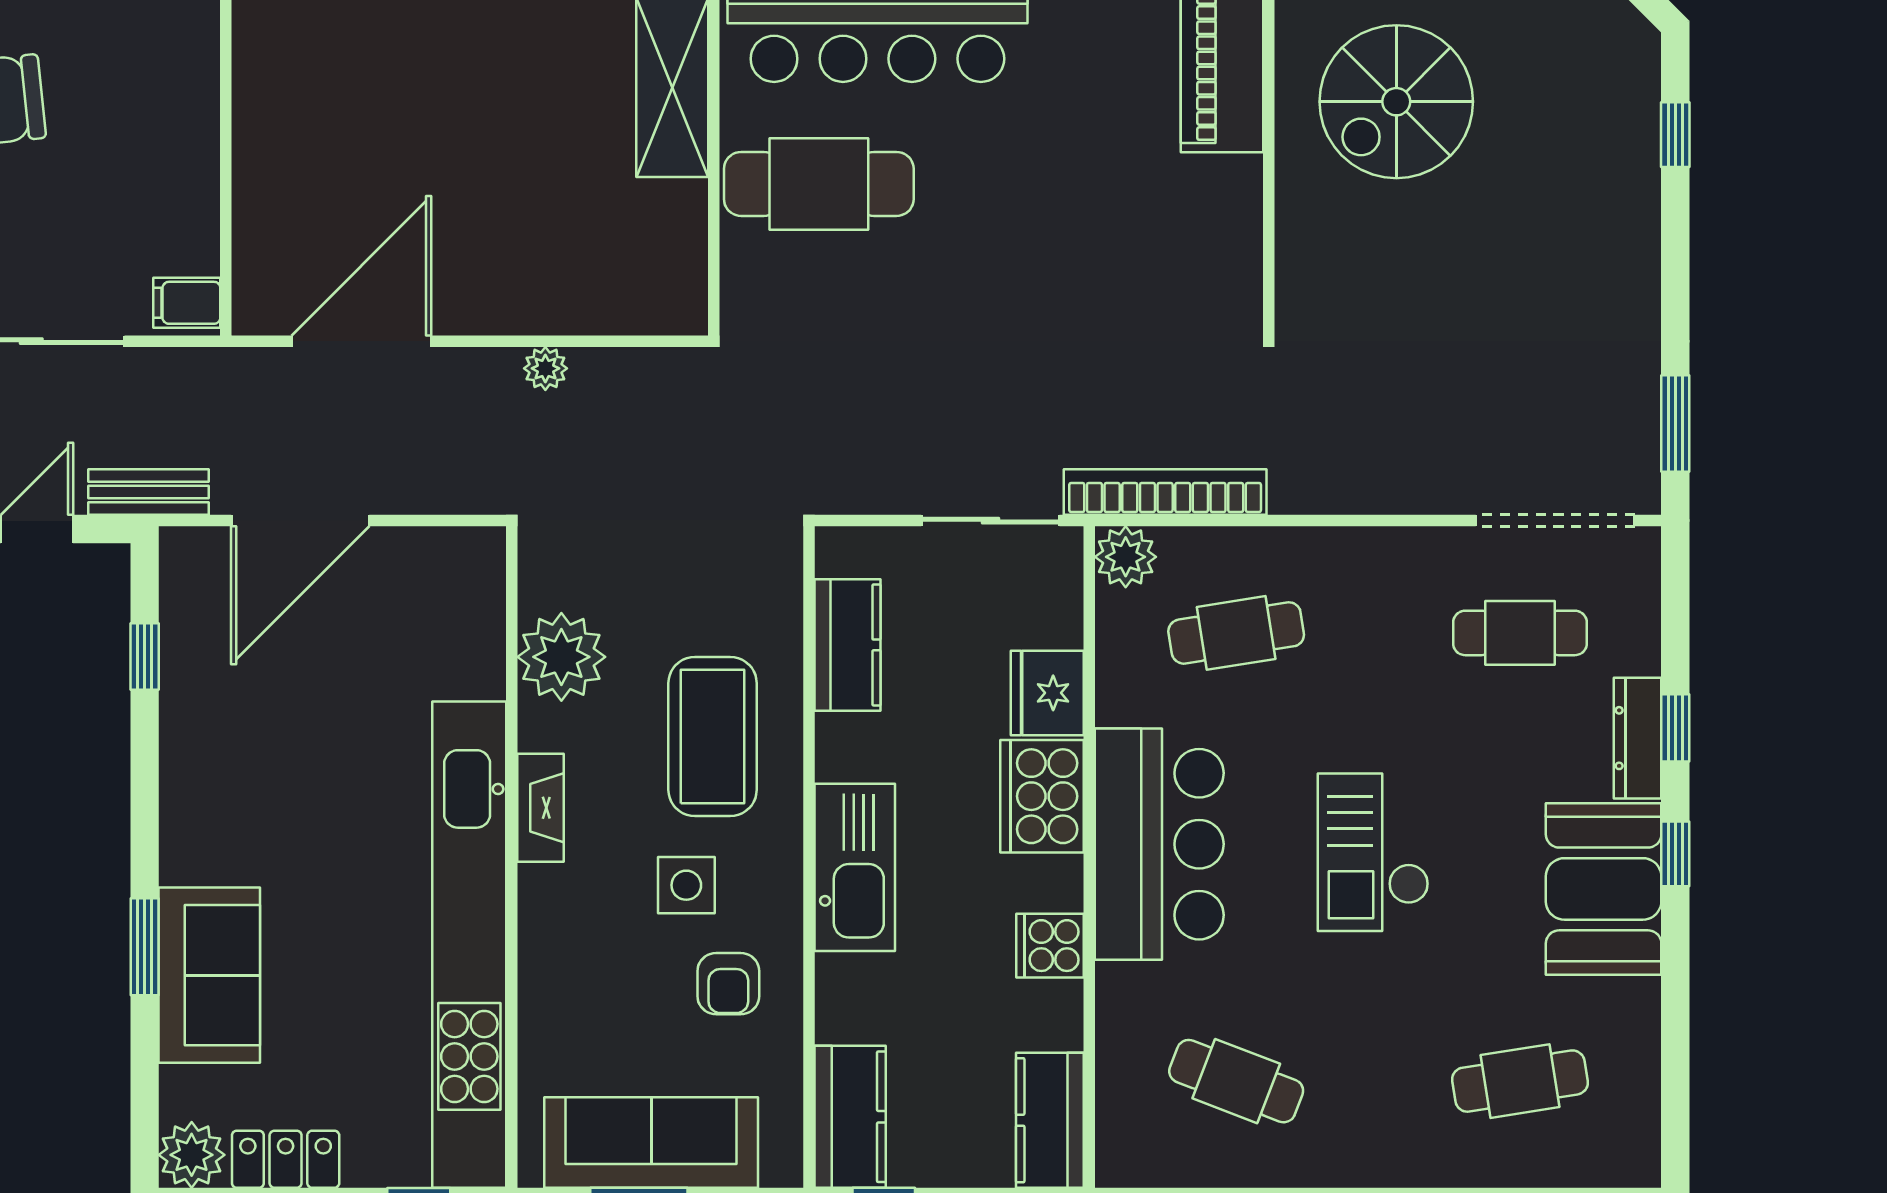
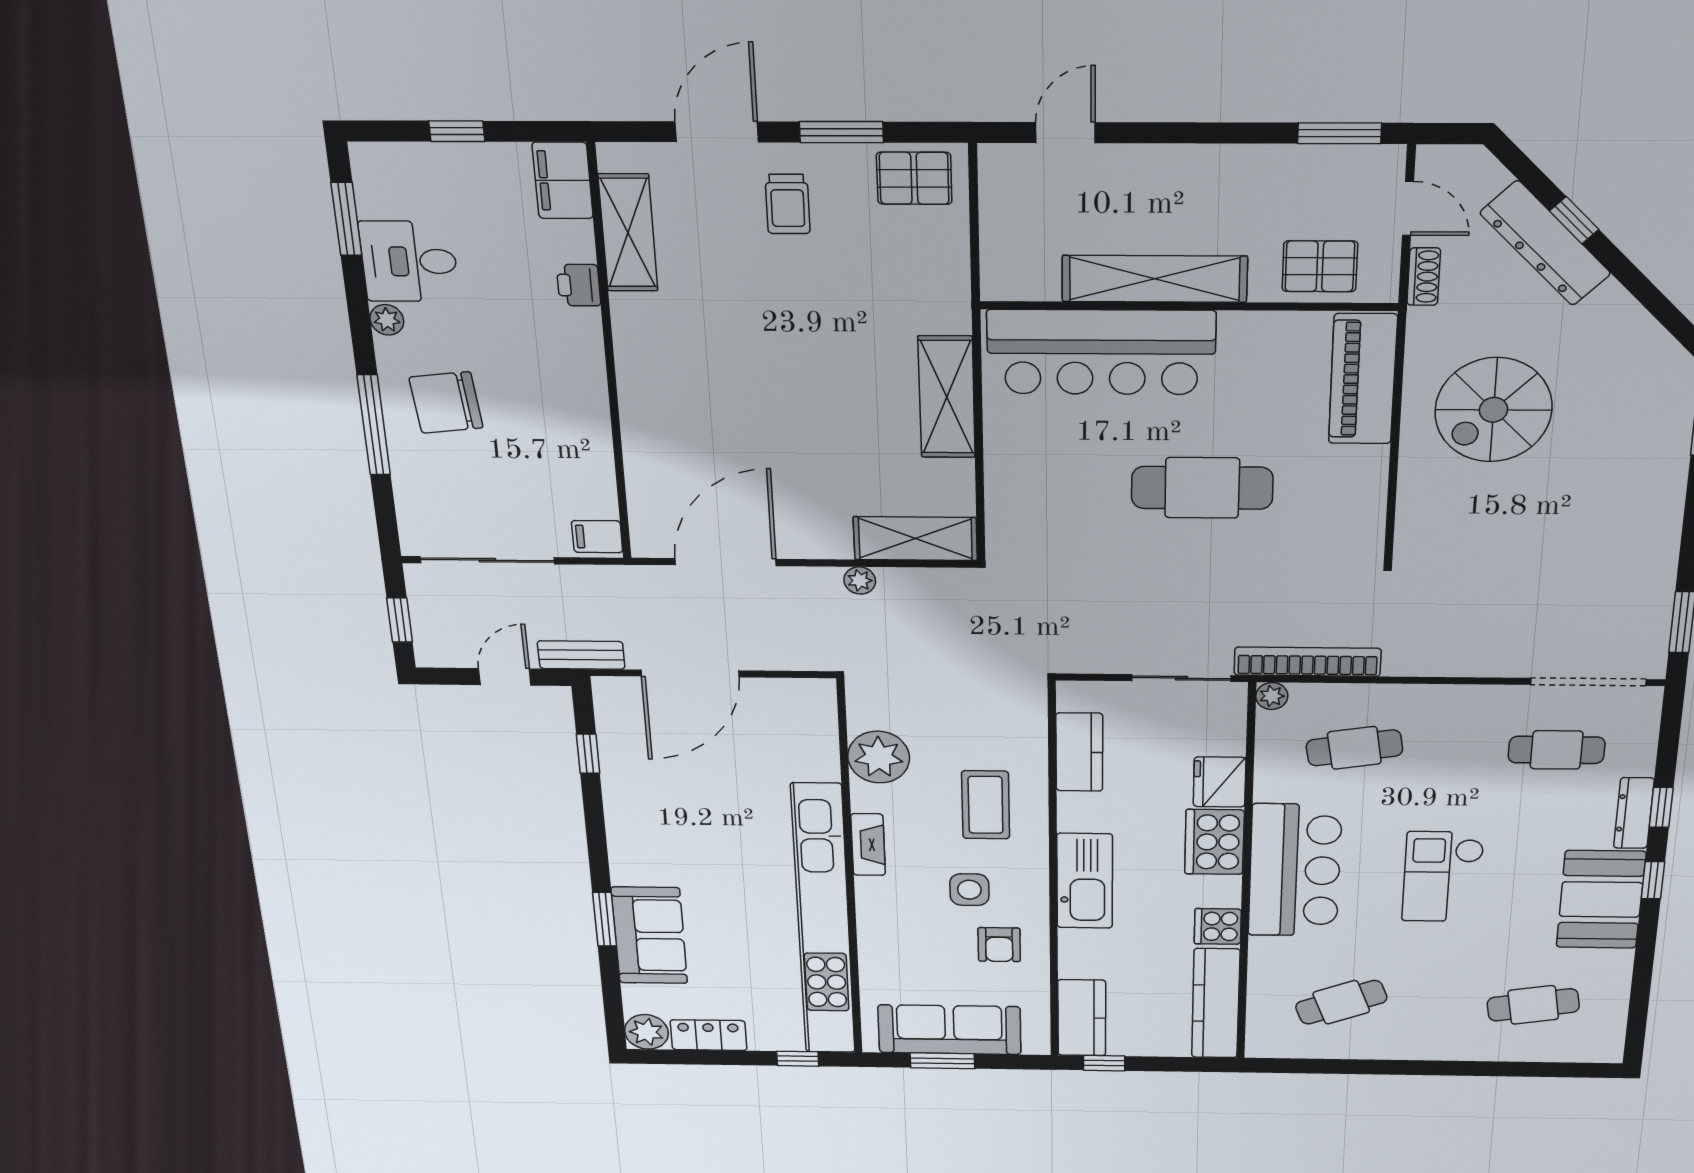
cafe table: (819, 184) -> (1202, 488), moved
shelving: (624, 302) -> (915, 539), added
plant: (1126, 557) -> (1272, 696), width x0.73, depth x0.73
coffee table: (713, 737) -> (986, 805), width x0.73, depth x0.76
cafe table: (1236, 1081) -> (1341, 1002), turned -42
kitchen counter: (1050, 1120) -> (1216, 1003), width x1.50

